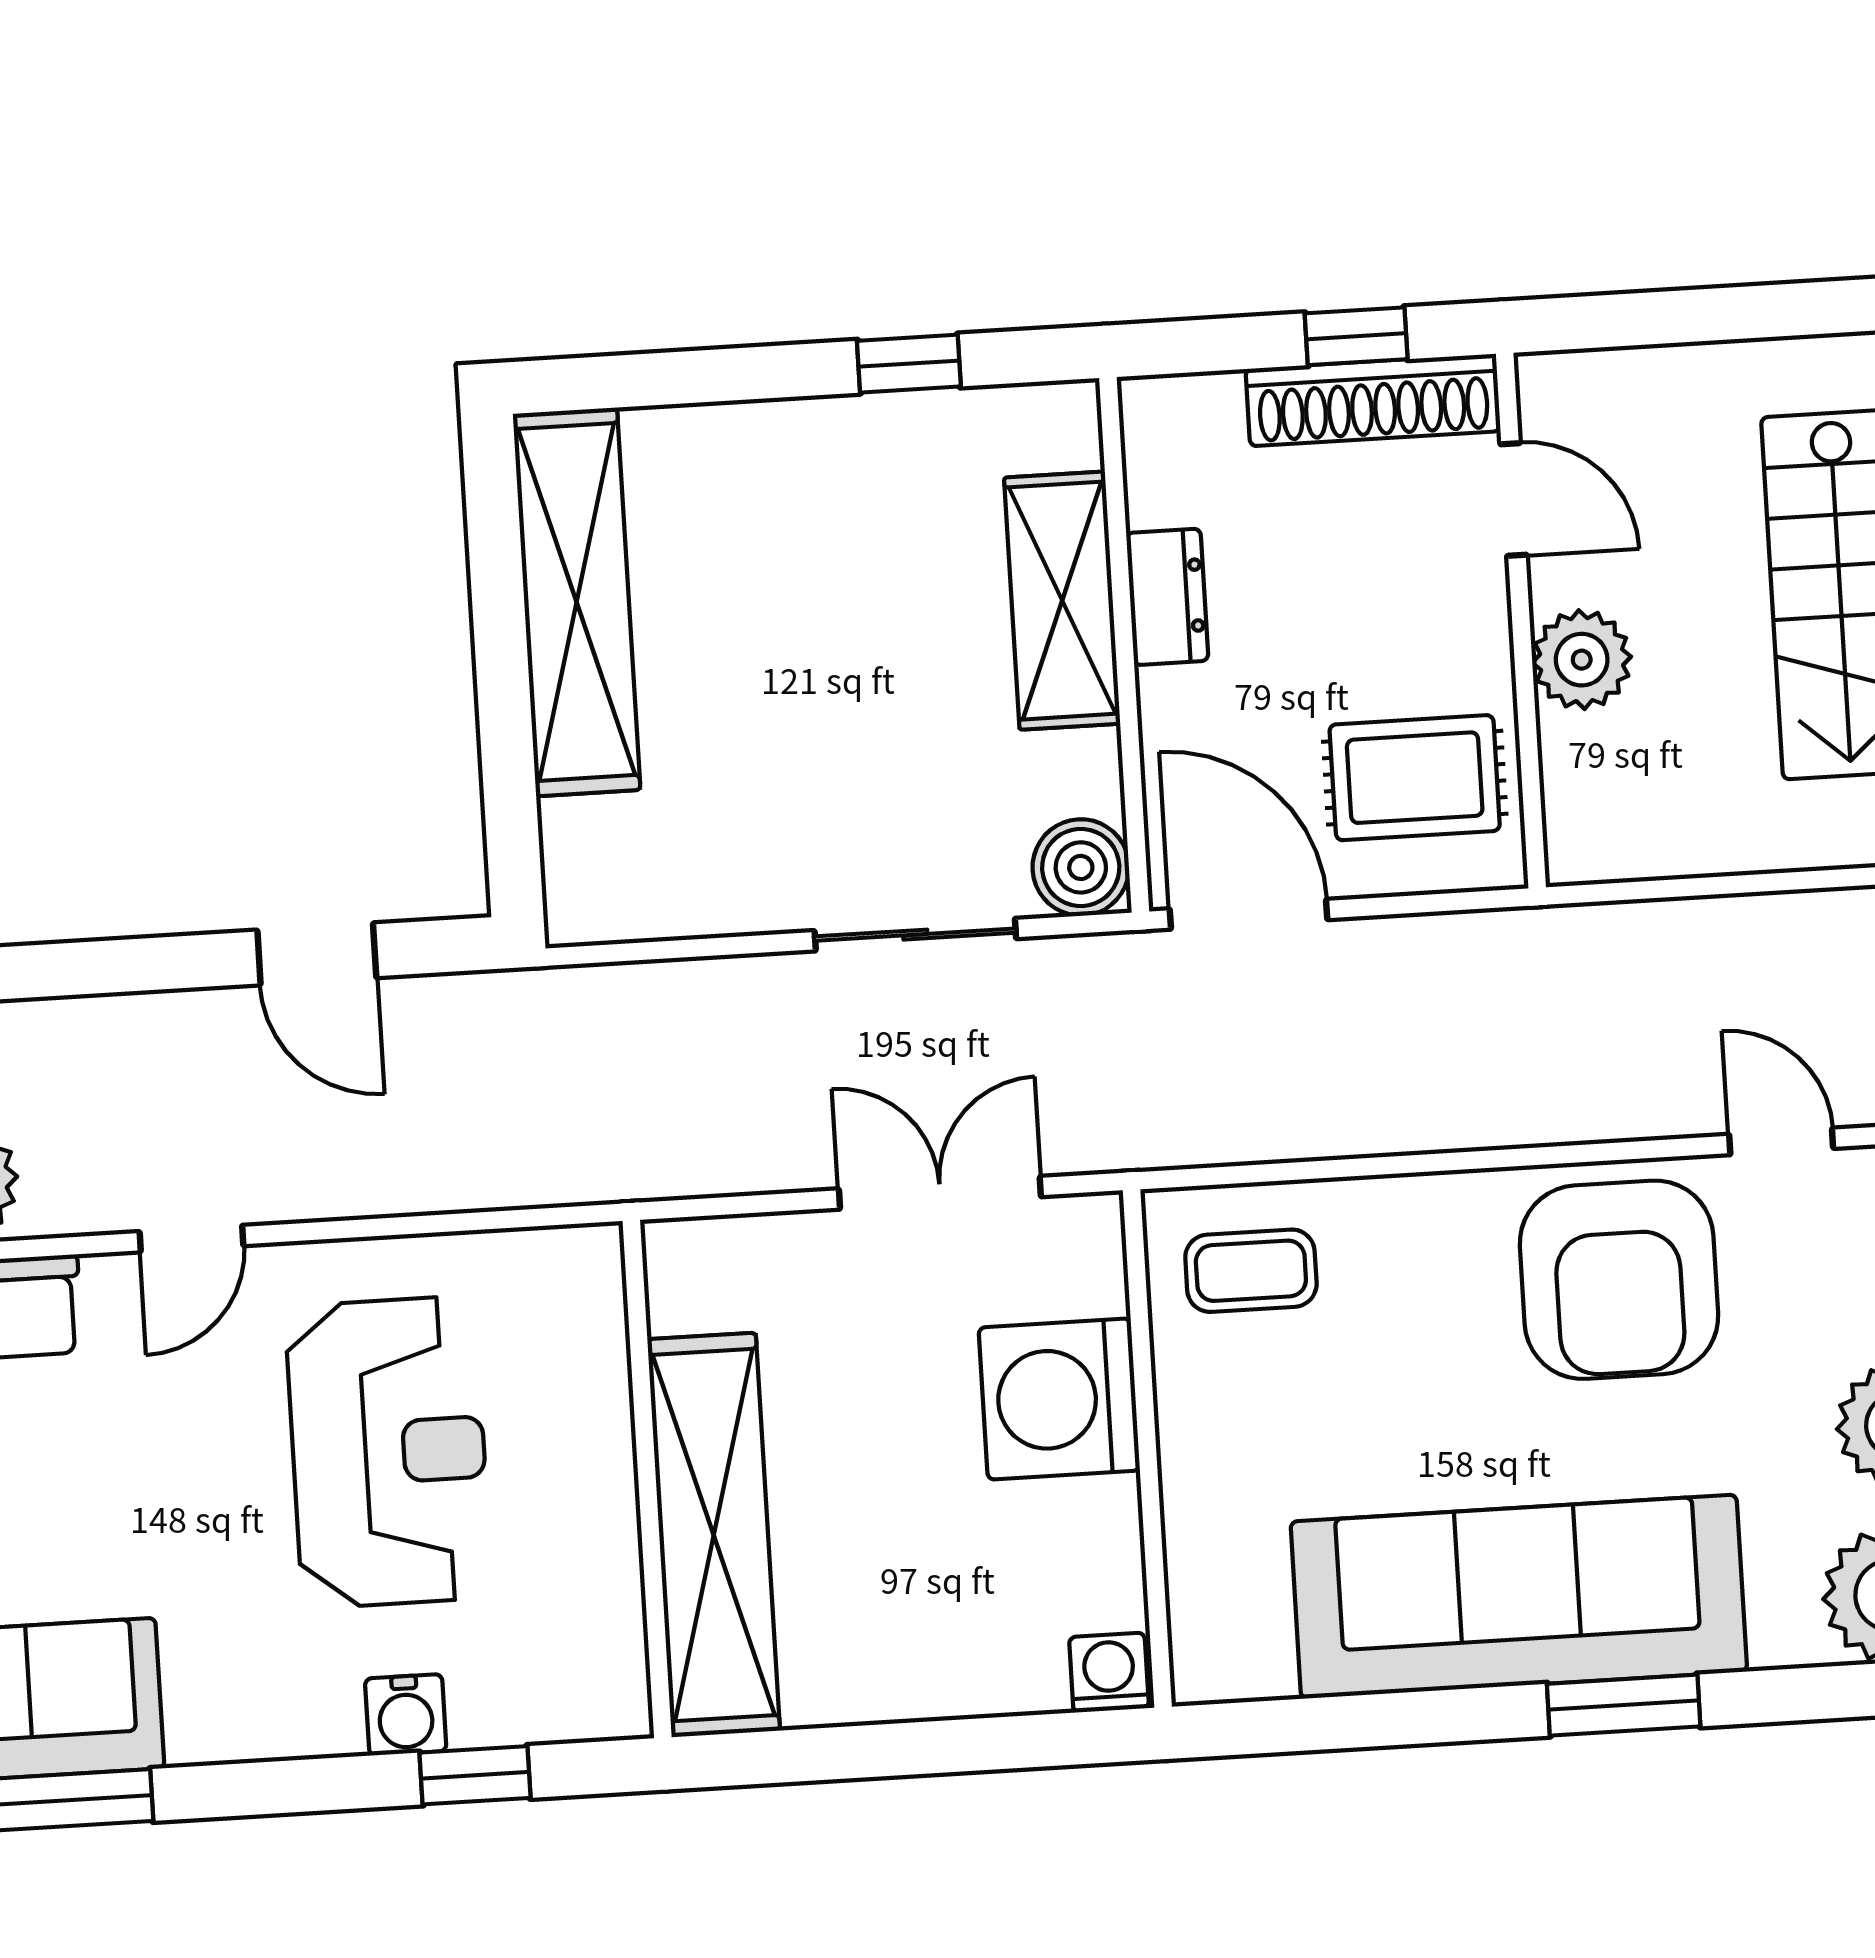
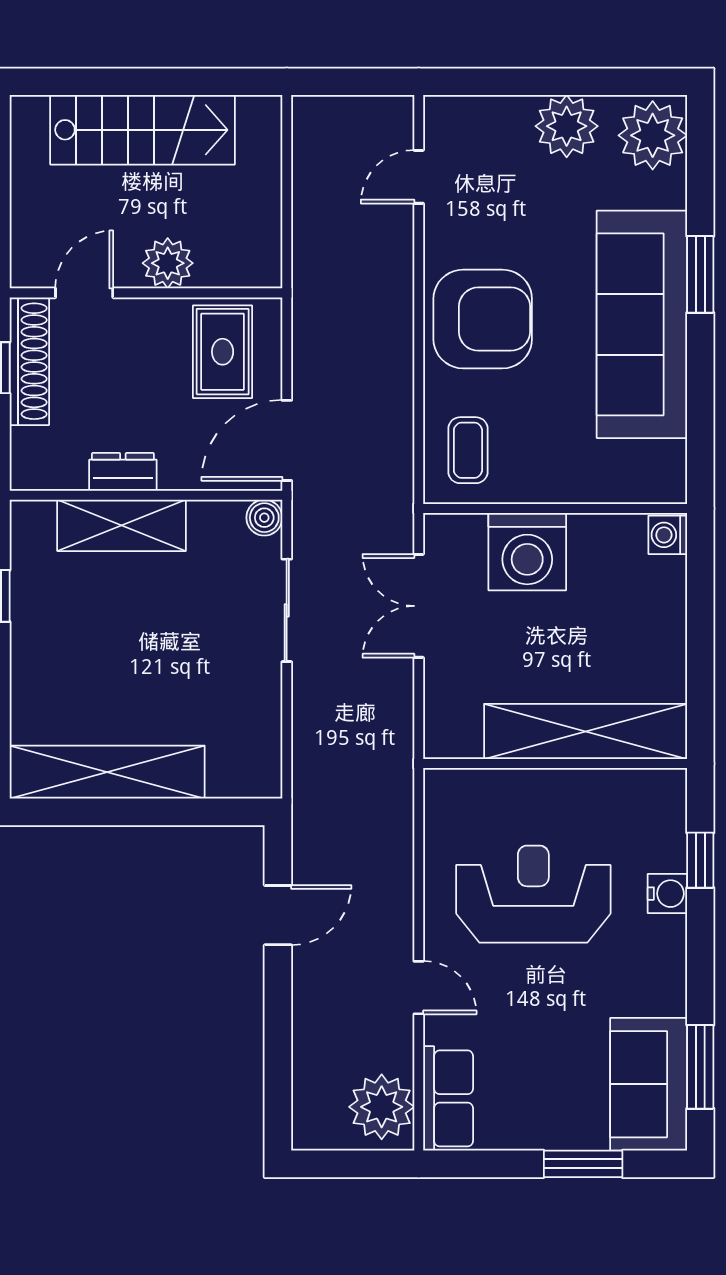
boiler: (1081, 867) -> (264, 518), width x0.73, depth x0.73
armchair: (1619, 1280) -> (483, 319), moved

